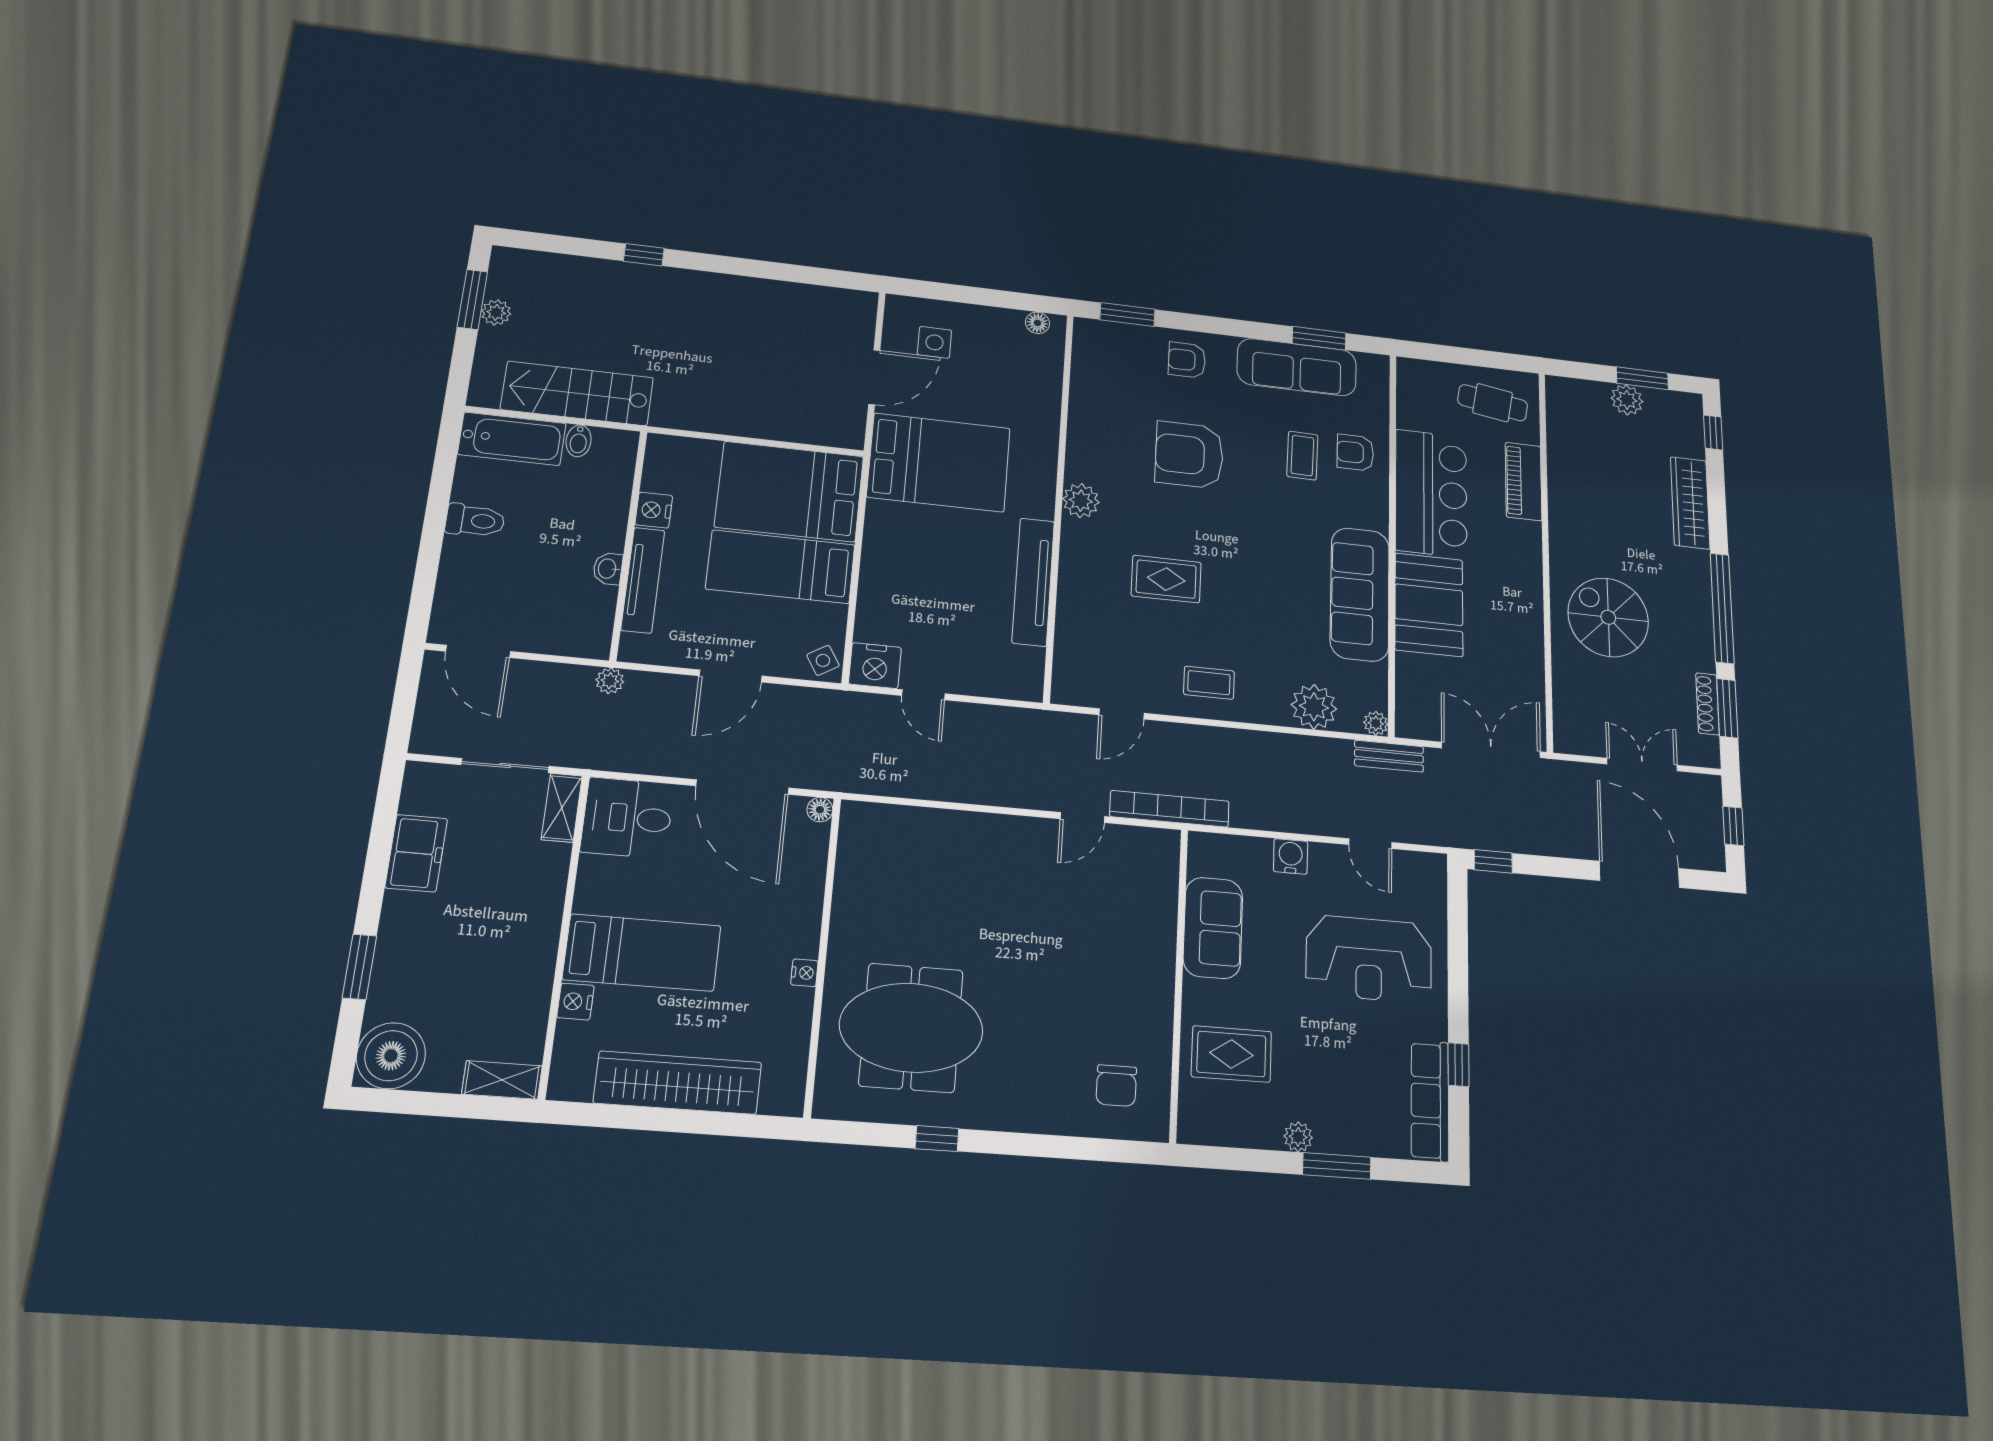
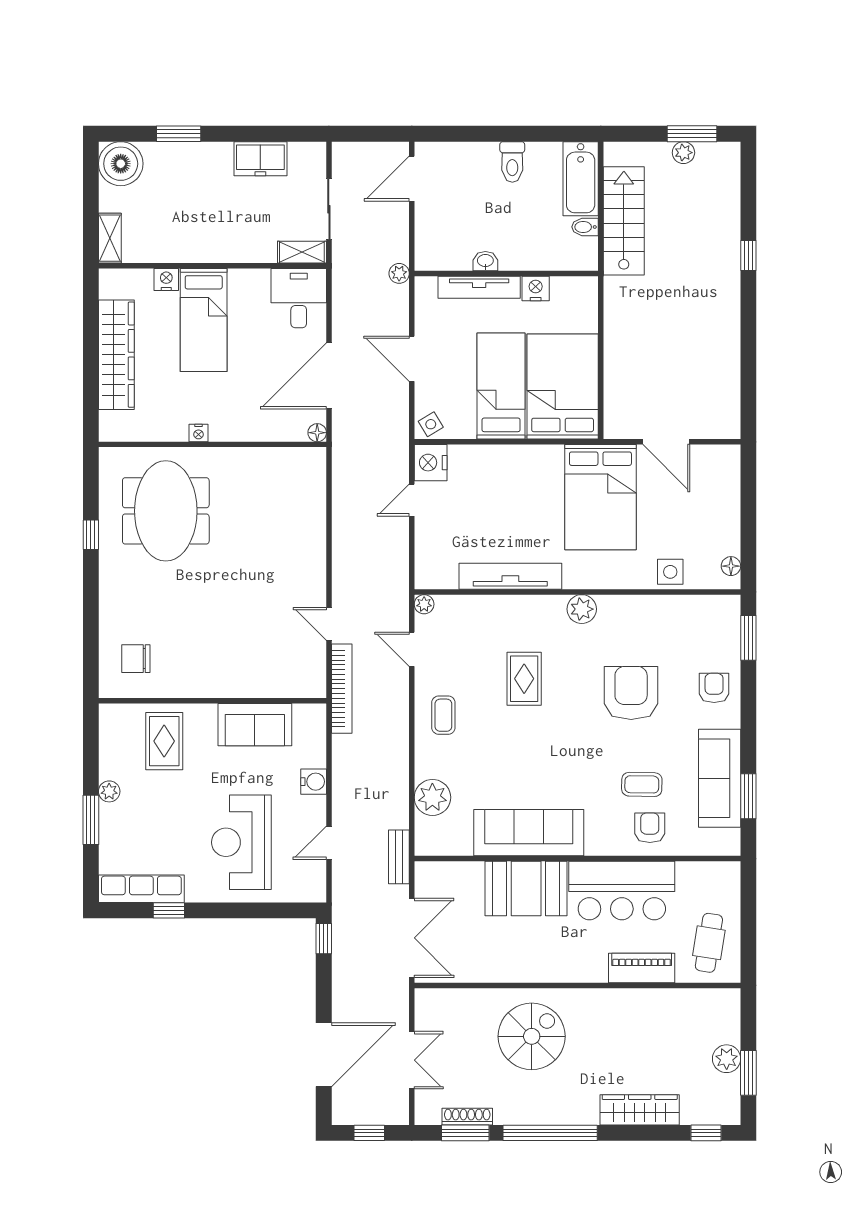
side table: (934, 342) -> (670, 572), moved
plant: (1376, 723) -> (424, 604), moved

